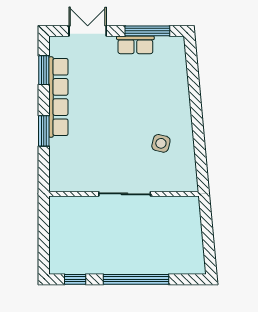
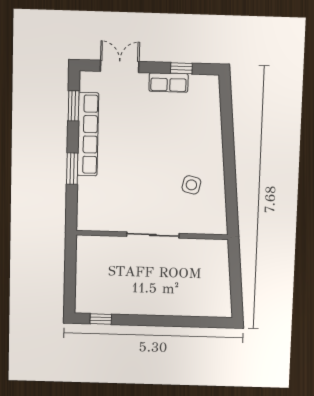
window: (147, 31) -> (181, 68), width x0.46
window: (136, 279) -> (162, 321), removed

